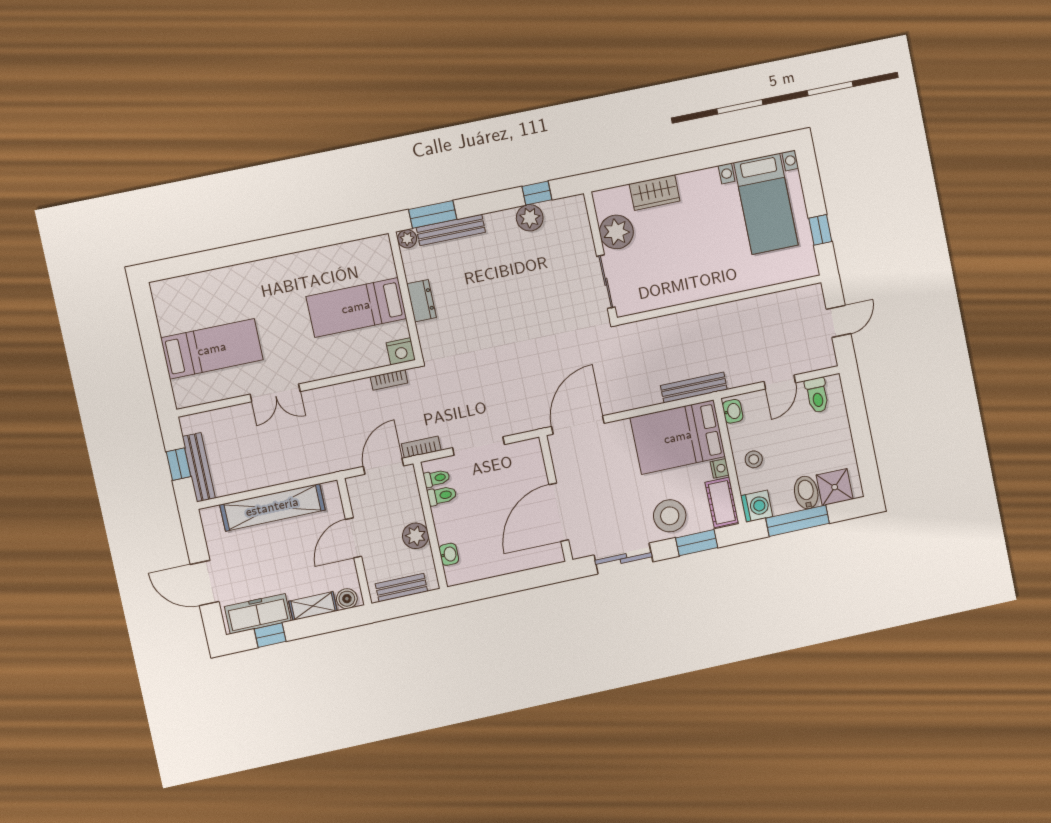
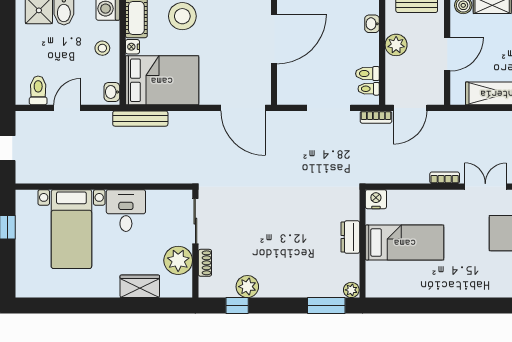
bed with nightstands: (766, 204) -> (71, 229), moved, turned 180
bench: (451, 230) -> (314, 290), removed
shoe rack: (585, 235) -> (205, 263), added
desk: (689, 278) -> (126, 211), added
bookcase: (389, 380) -> (445, 178), moved
door: (578, 425) -> (243, 108), hinge flipped

